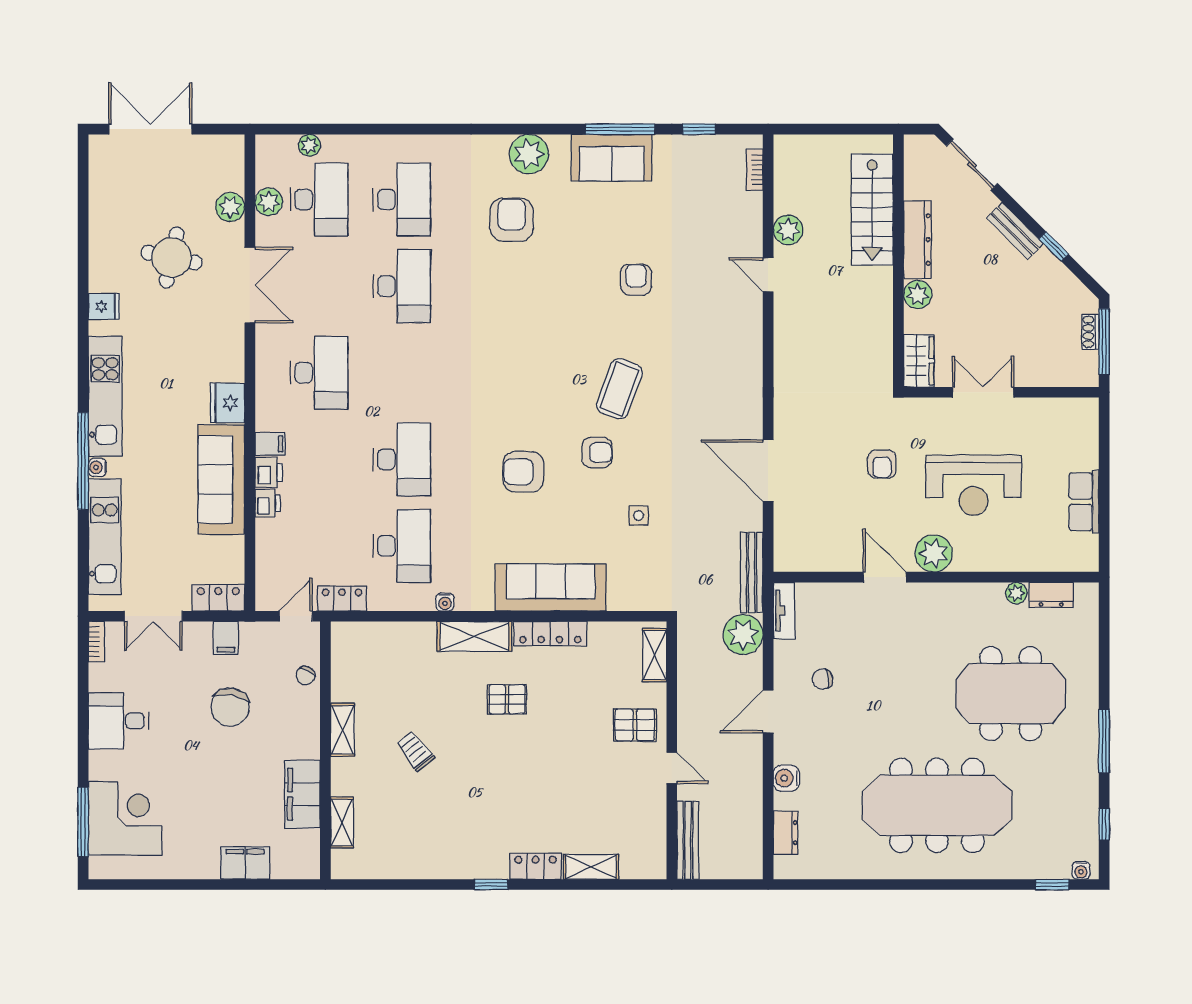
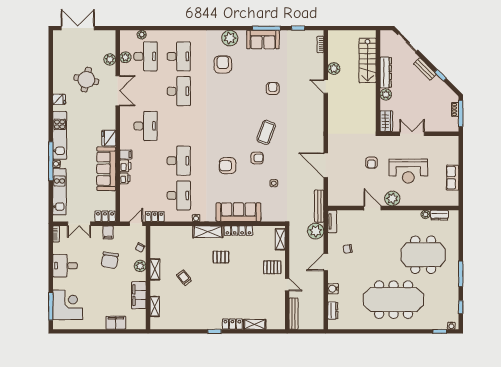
plant: (306, 722) -> (140, 266), added

